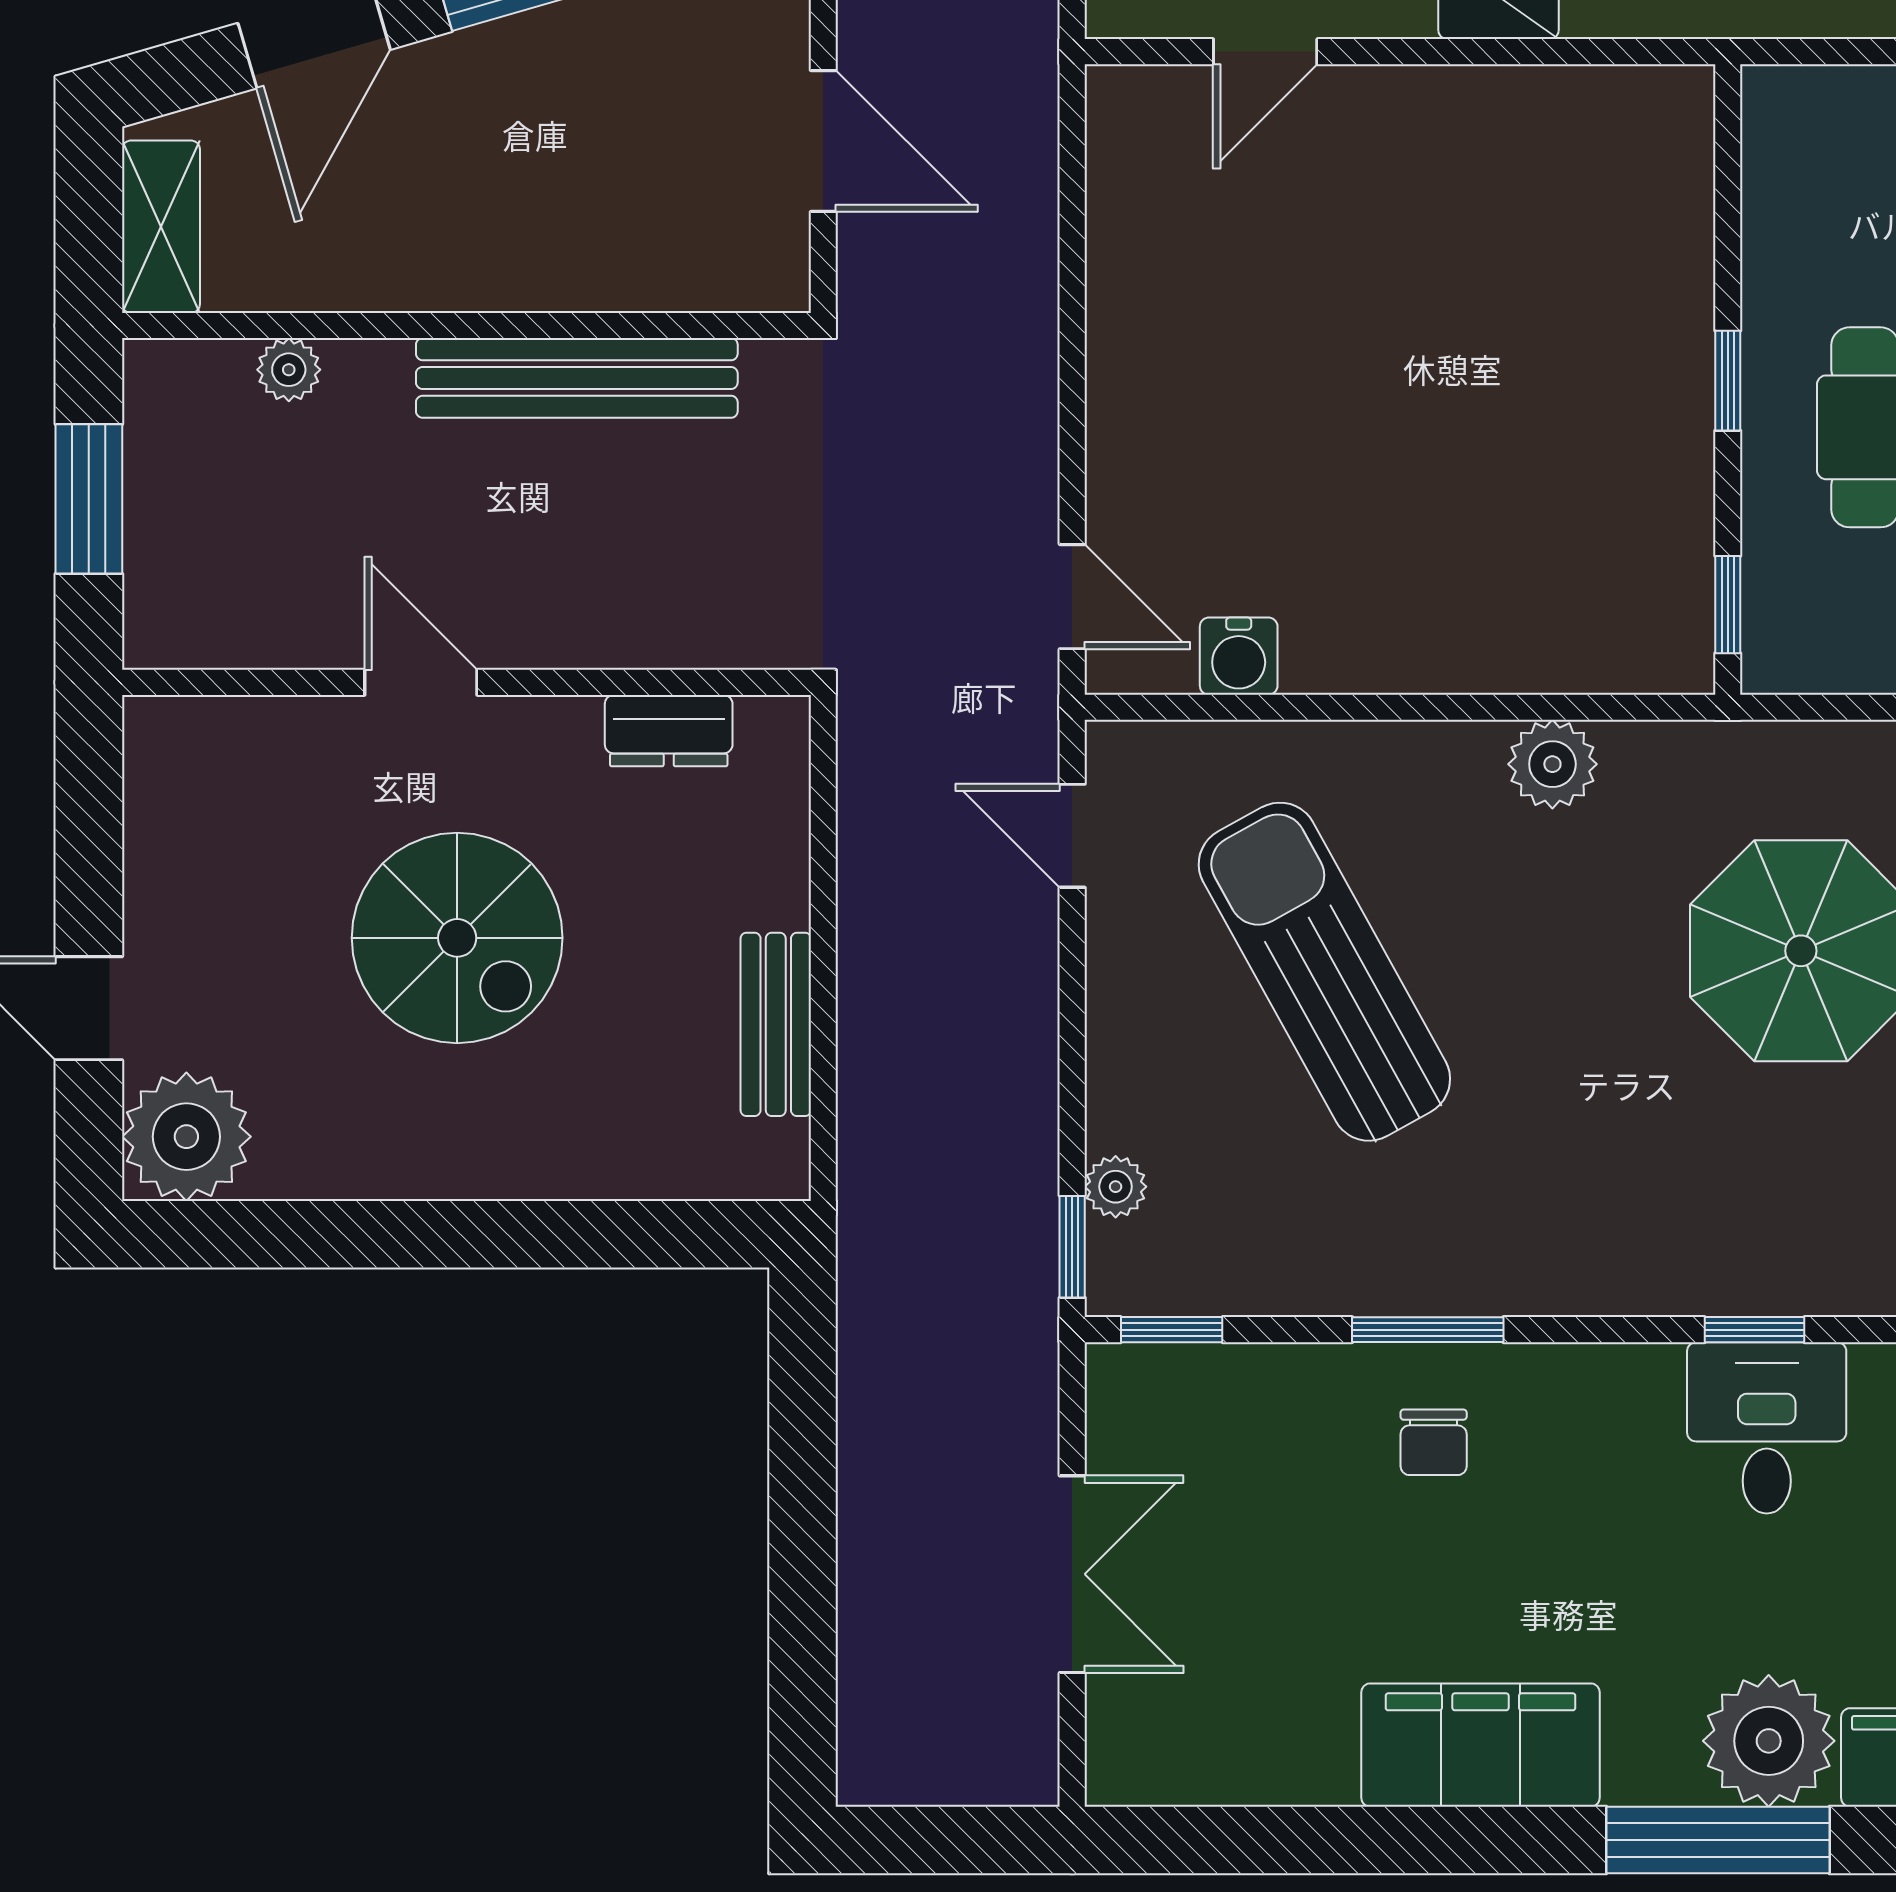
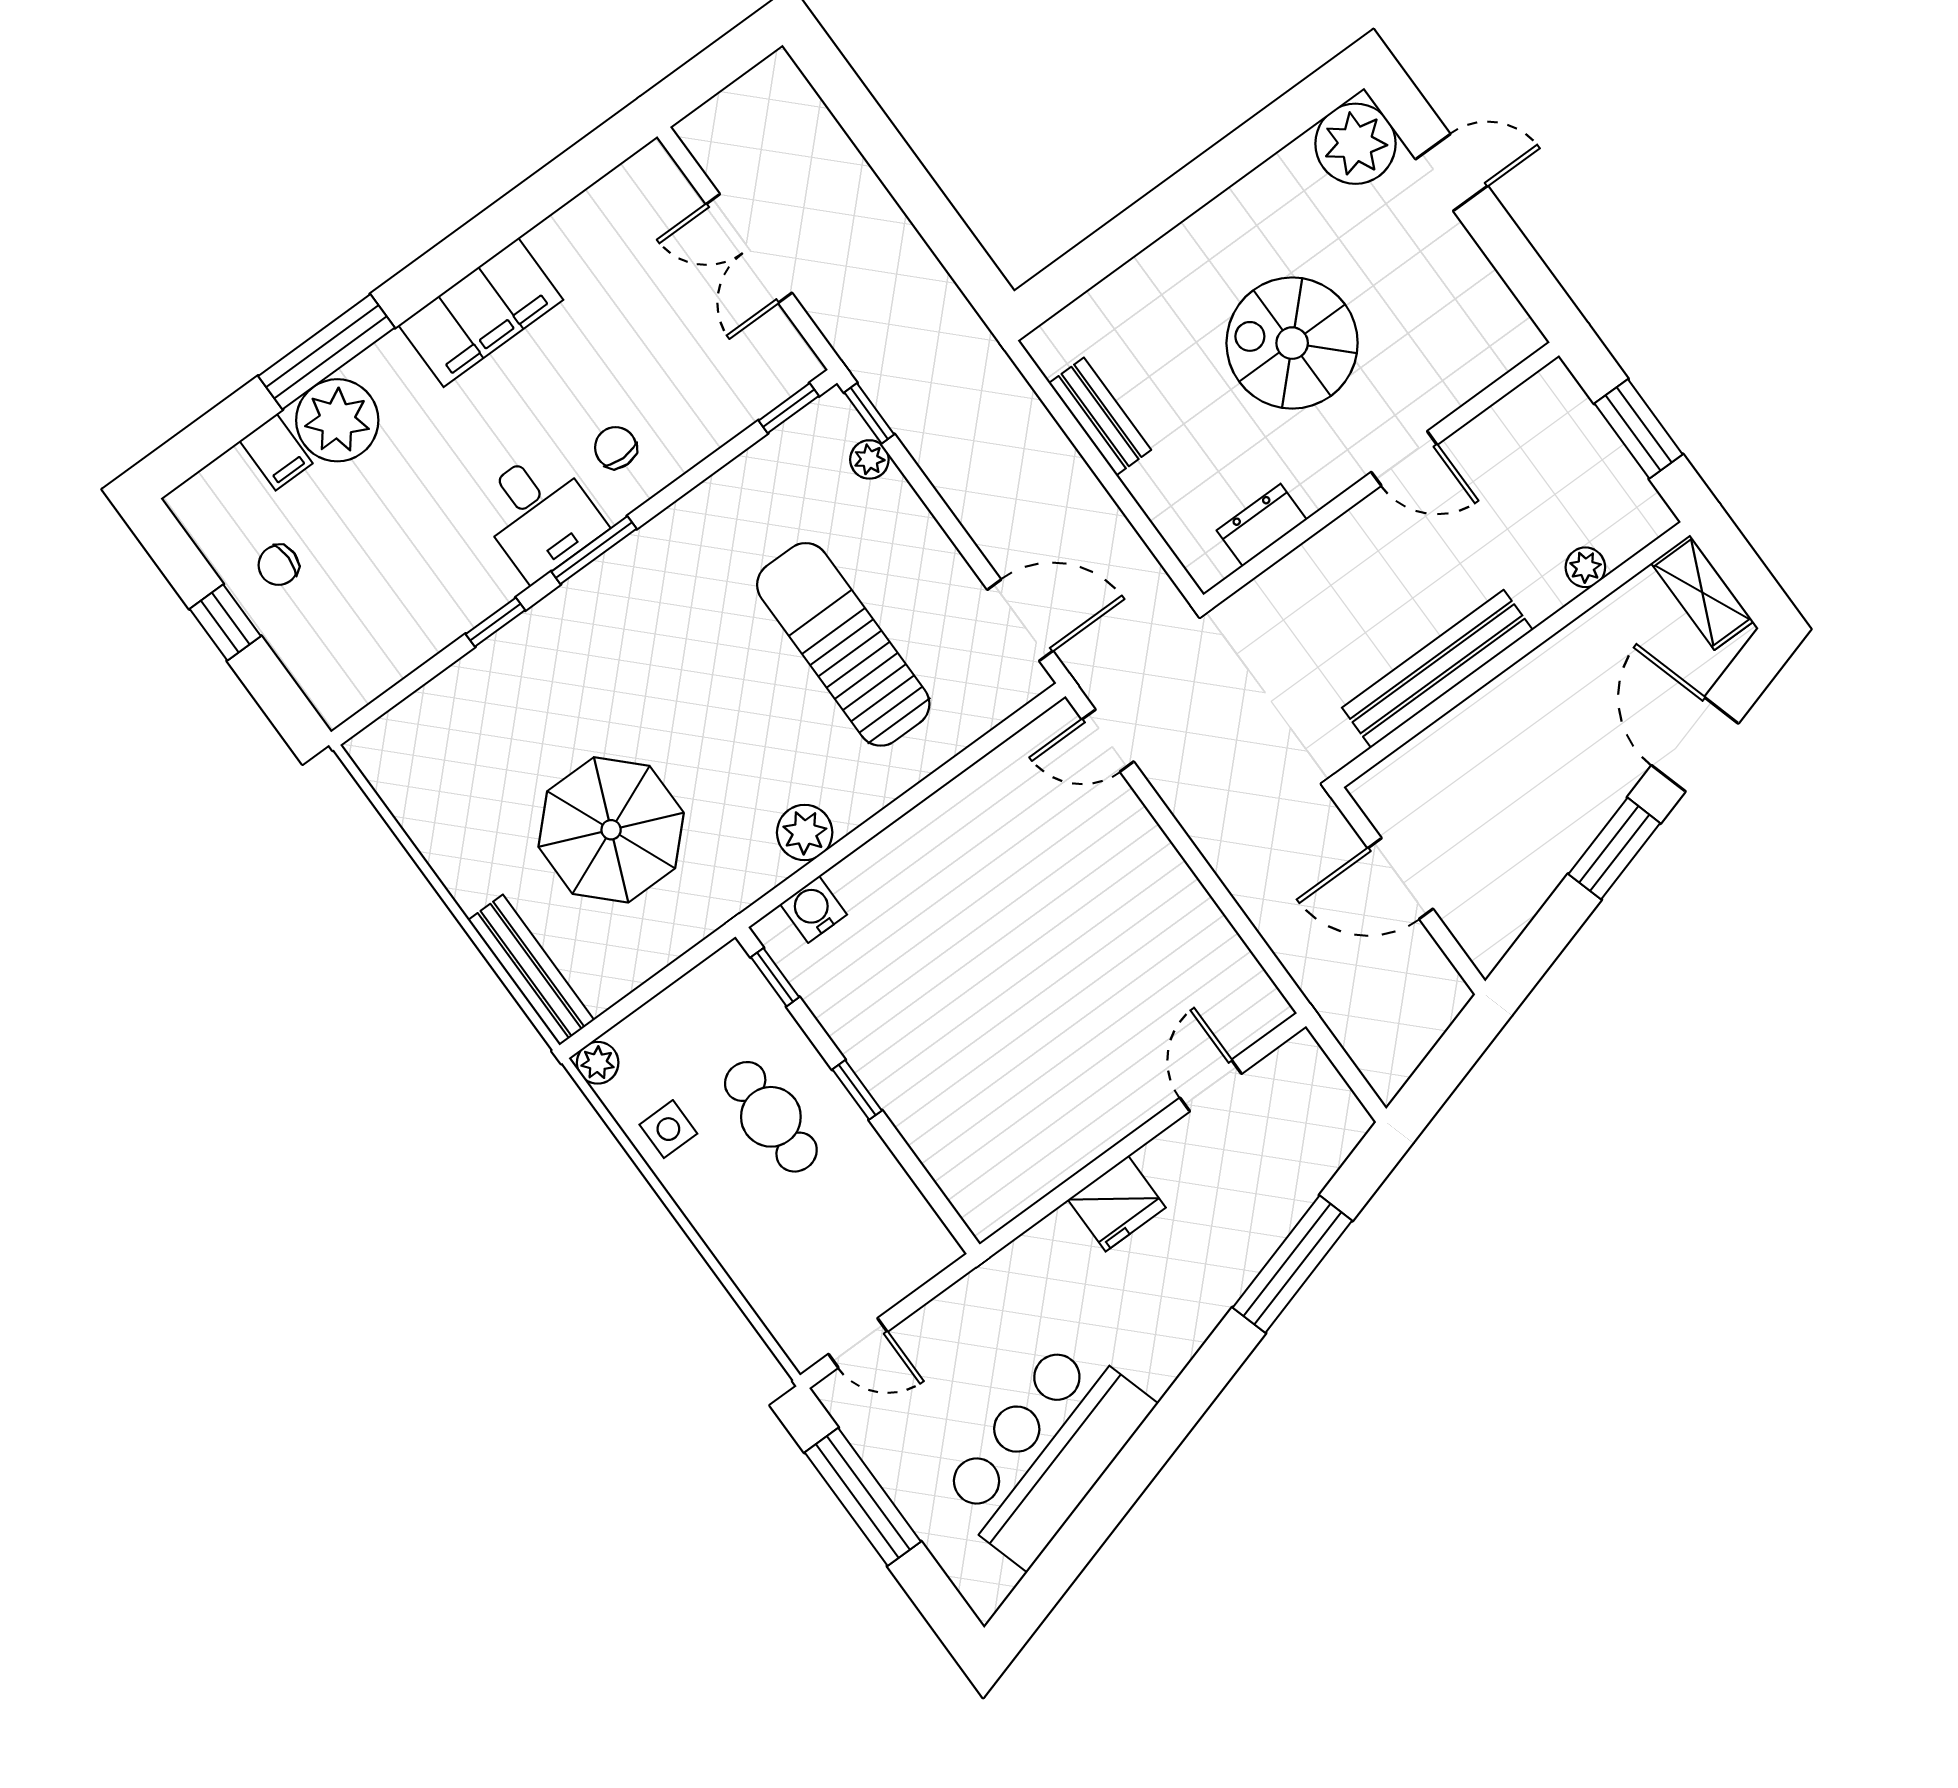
water cooler: (1239, 656) -> (813, 909), moved
door: (1072, 836) -> (1020, 620), width x1.38
sun lounger: (1324, 972) -> (843, 644), turned -151
window: (1428, 1330) -> (594, 550), moved
desk: (1767, 1428) -> (539, 514), moved

